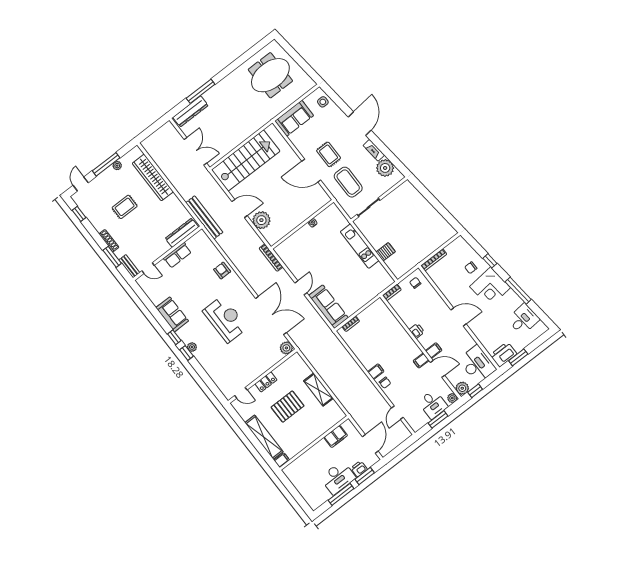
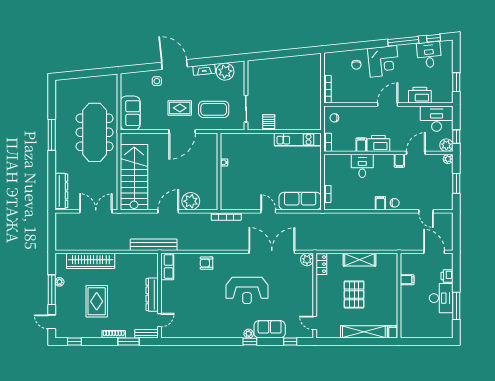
meeting table: (270, 75) -> (95, 132), moved, width x1.36
window: (201, 91) -> (52, 135), moved
side table: (323, 102) -> (157, 81), moved
rug: (125, 207) -> (97, 301), width x1.36, depth x1.43
dresser: (182, 233) -> (152, 295), moved
kitchen unit: (360, 246) -> (298, 139), moved
server rack: (386, 252) -> (269, 122), moved
row of seats: (177, 255) -> (167, 266), moved
window: (490, 261) -> (434, 38), moved
sofa: (172, 314) -> (270, 329), moved
reception desk: (225, 319) -> (247, 290), turned 180
printer: (417, 331) -> (378, 143), width x1.87, depth x1.48
window: (174, 337) -> (290, 342), moved
filing cabinet: (434, 350) -> (361, 145), moved
printer: (503, 354) -> (420, 95), moved, turned 90
locker: (266, 382) -> (321, 264), moved
door: (241, 393) -> (315, 323), swing flipped
desk: (433, 404) -> (362, 166), moved, turned -90
filing cabinet: (336, 436) -> (407, 280), width x0.50
window: (365, 476) -> (456, 276), removed

